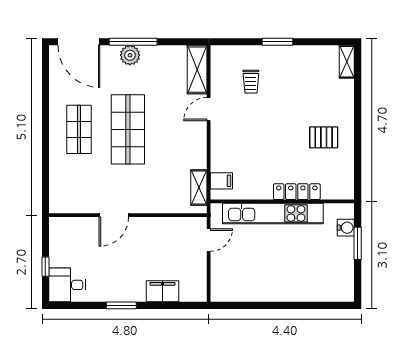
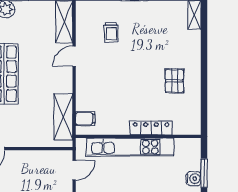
pallet: (324, 137) -> (174, 81), turned 90
shelving: (199, 188) -> (63, 117), width x1.50, depth x1.33
water cooler: (346, 228) -> (194, 179), moved

